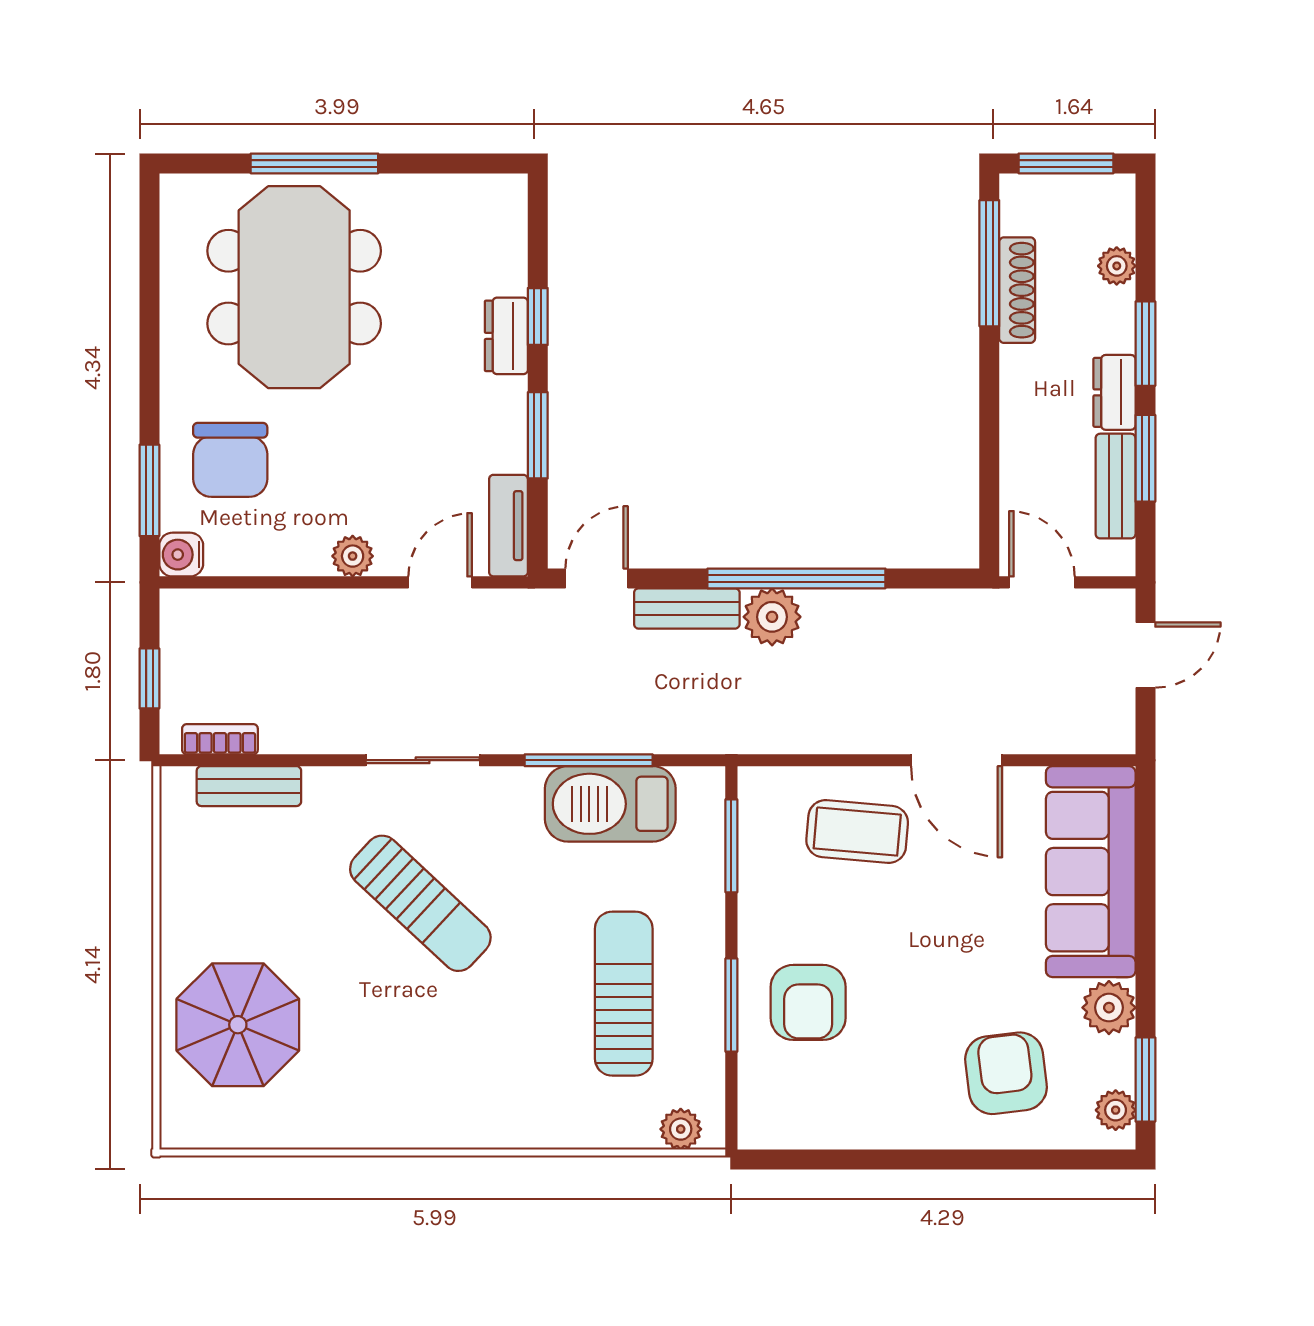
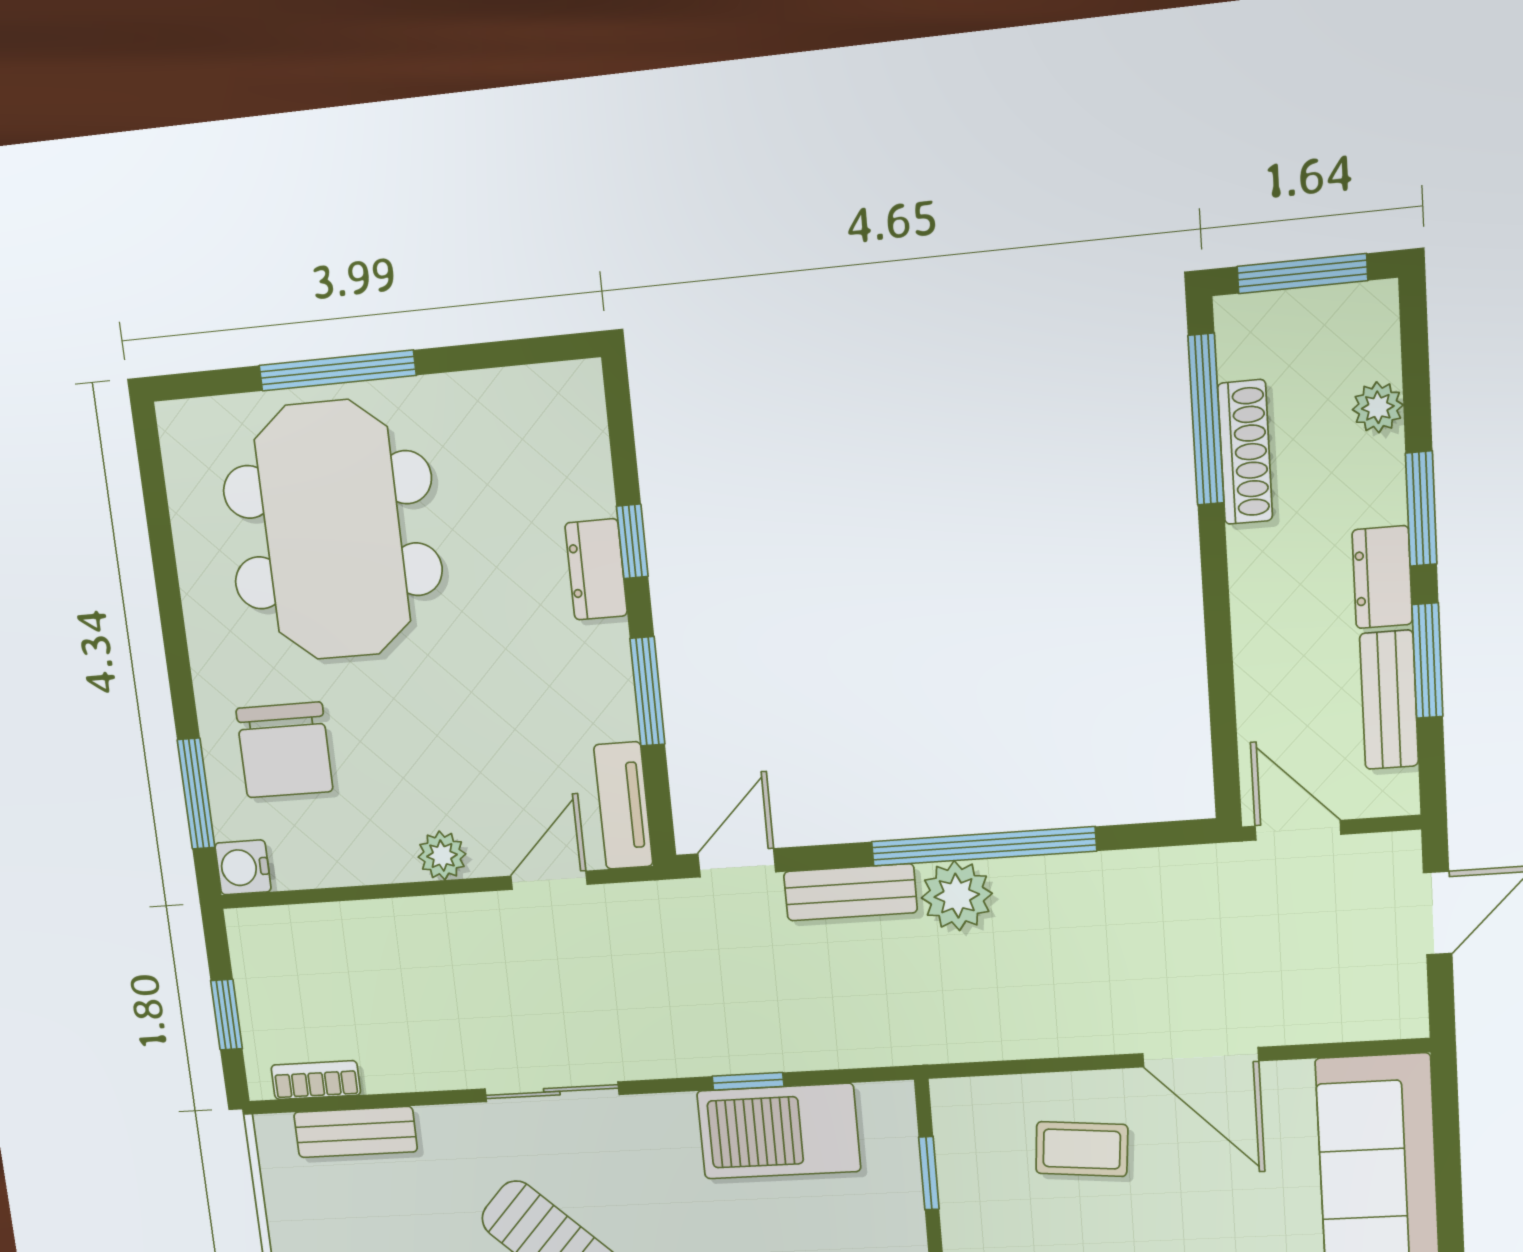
window: (589, 760) -> (748, 1081), width x0.46
coffee table: (857, 831) -> (1082, 1149), width x0.73, depth x0.77
window: (731, 846) -> (929, 1173), width x0.67

